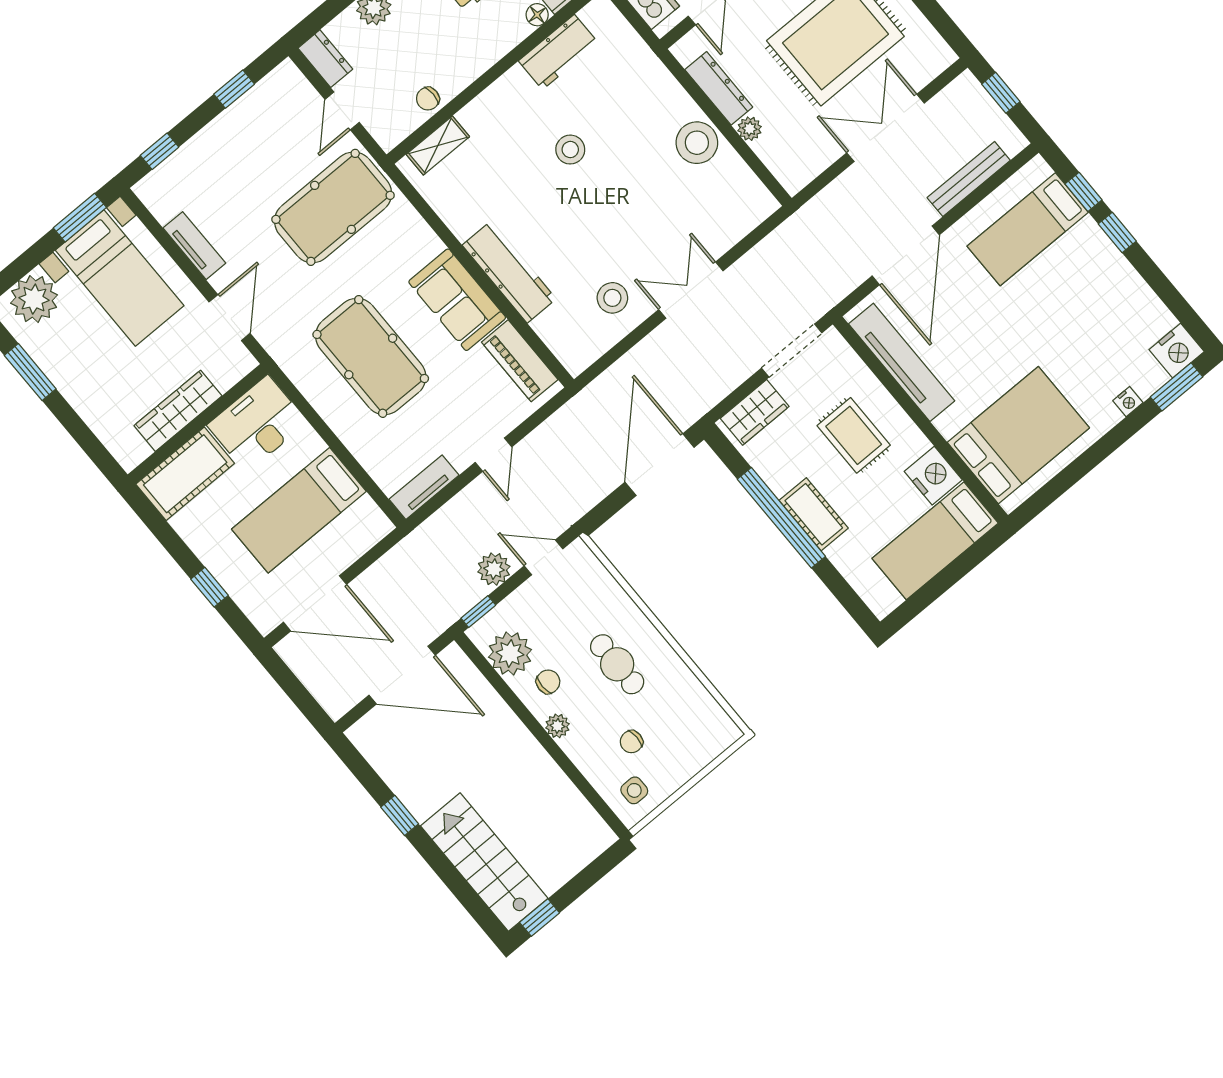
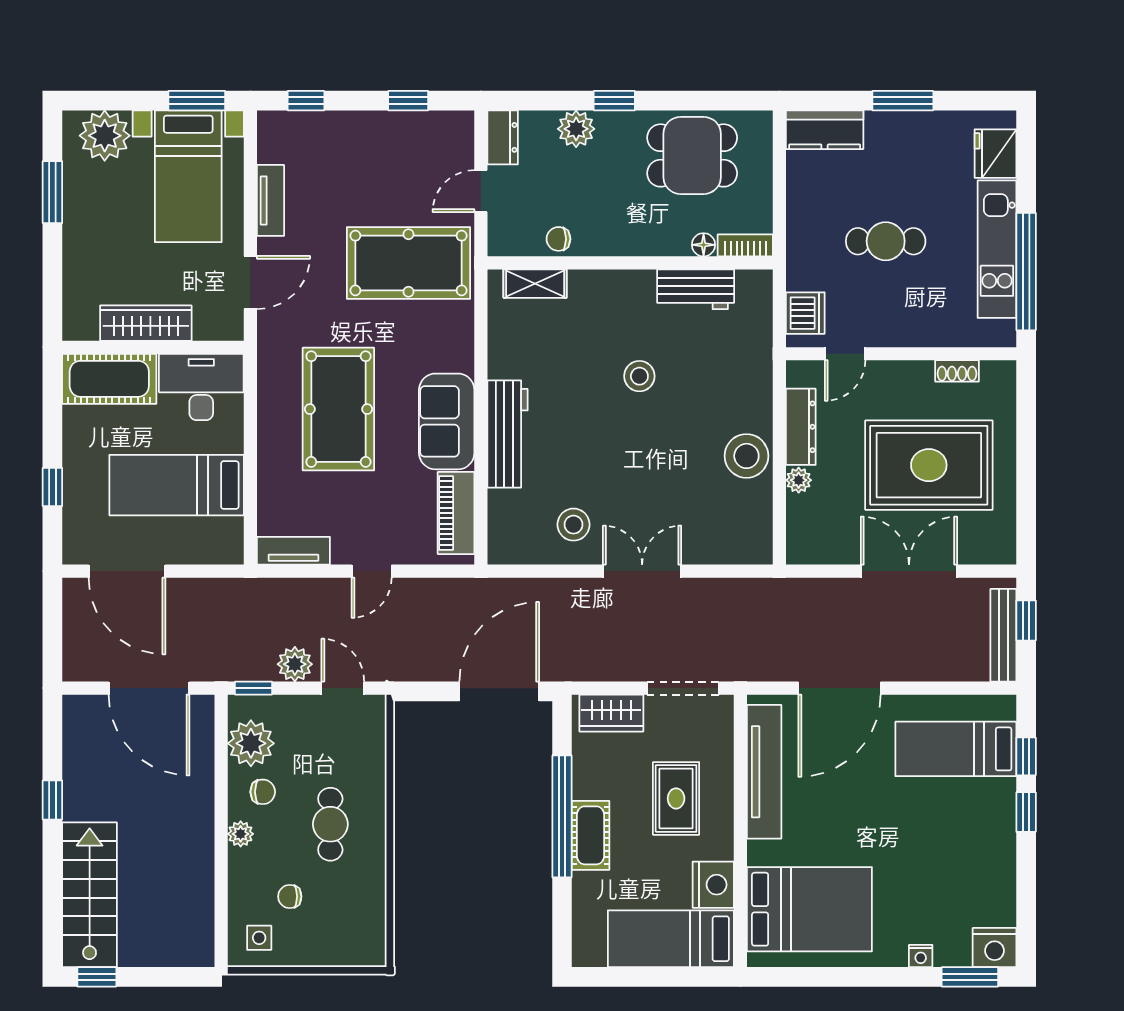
bench: (969, 179) -> (1003, 635), moved, turned 90

